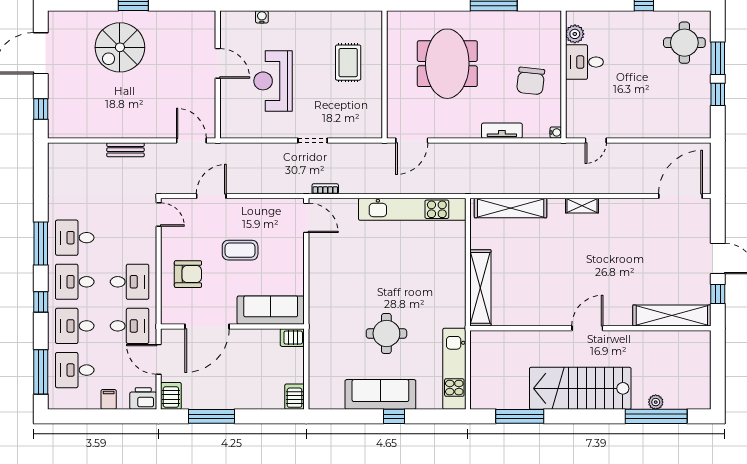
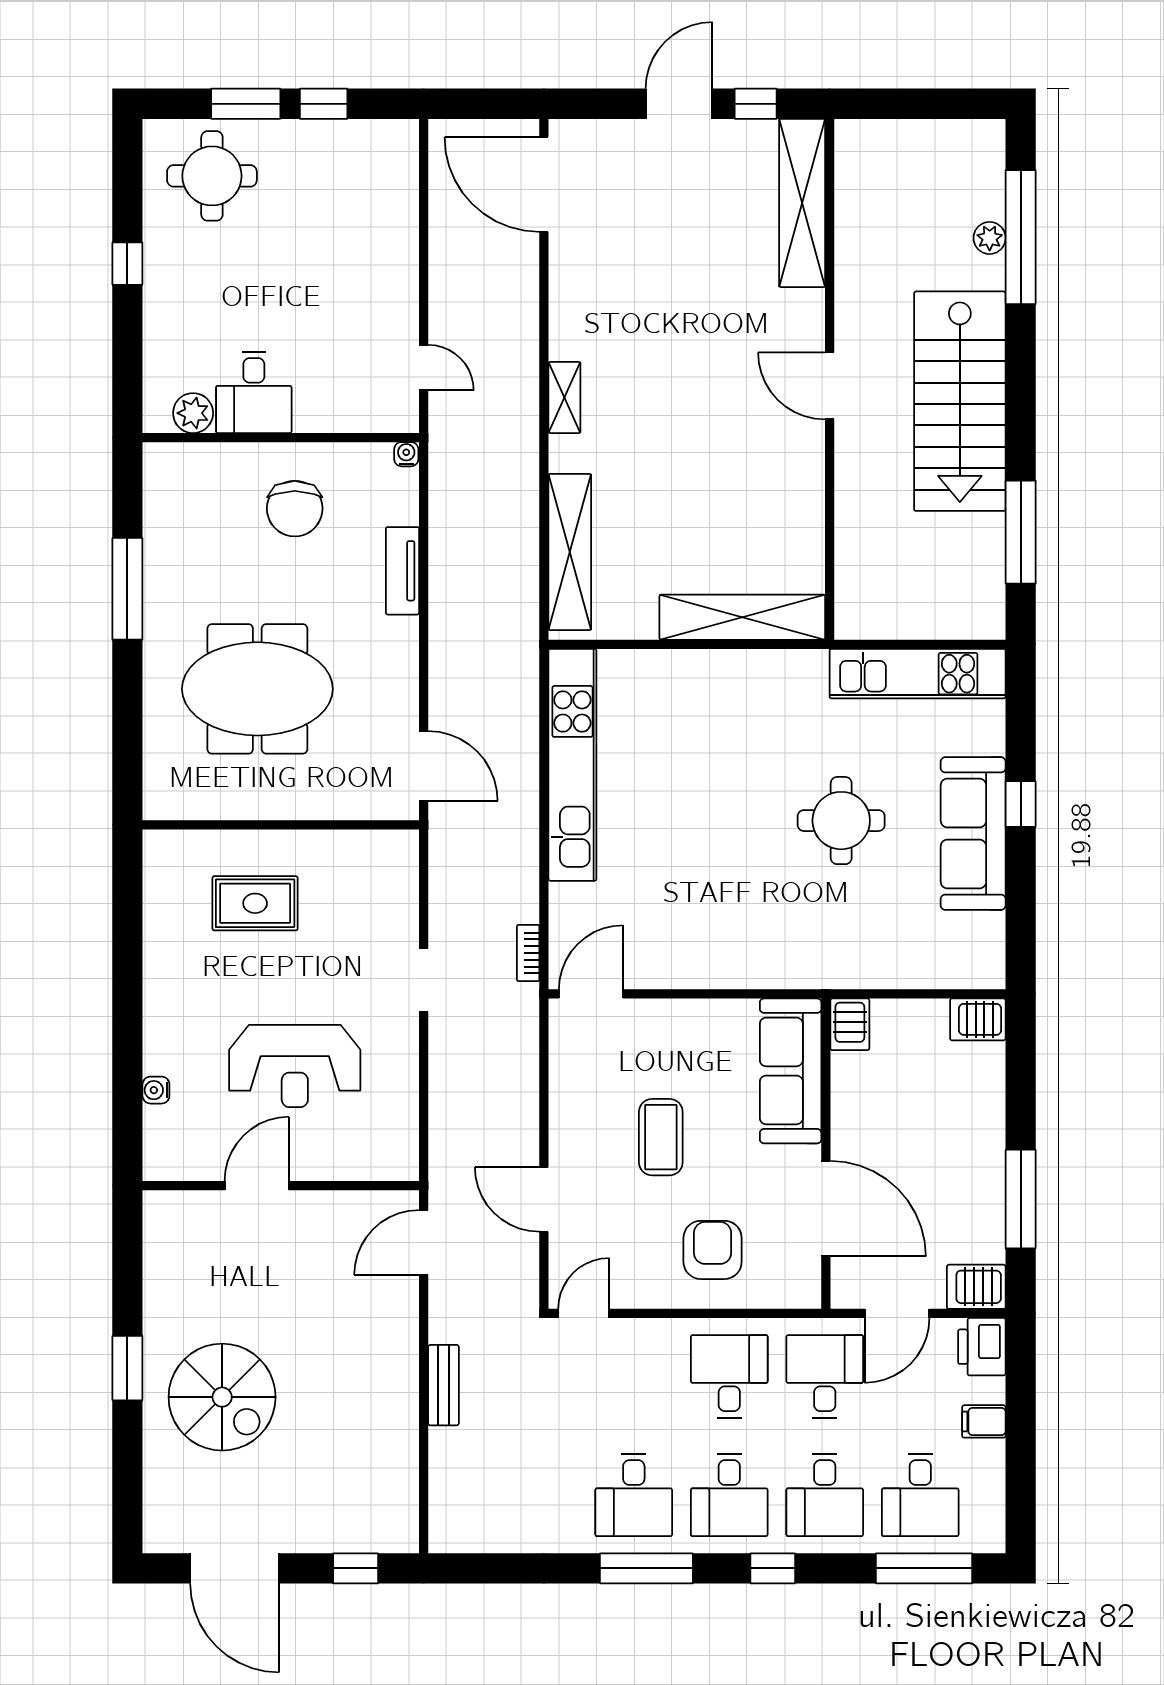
chair: (531, 81) -> (295, 509), turned 84

